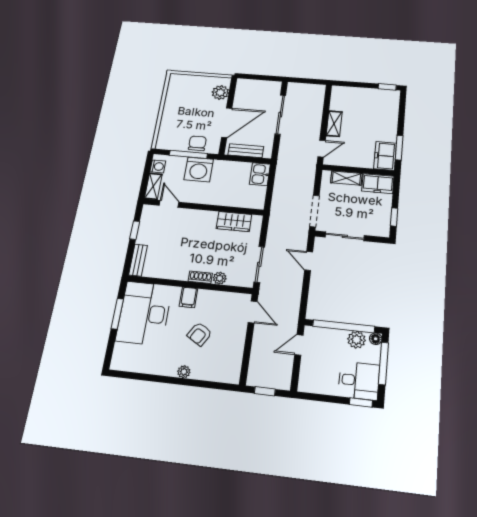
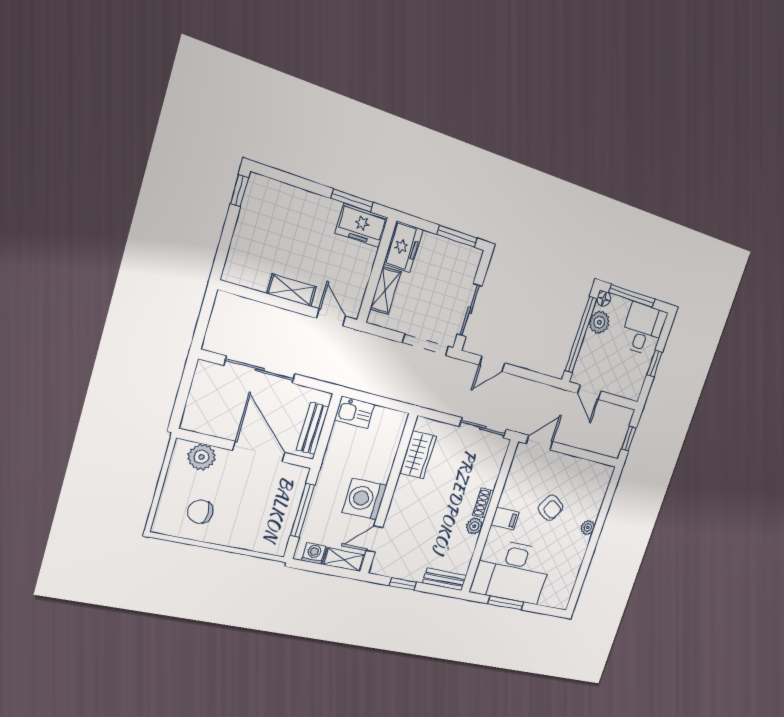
chair: (197, 143) -> (200, 512), moved
washing machine: (199, 169) -> (365, 499), moved, turned 180
window: (394, 217) -> (457, 236), width x1.50
plant: (220, 278) -> (474, 526), moved
window: (361, 402) -> (655, 364), moved

